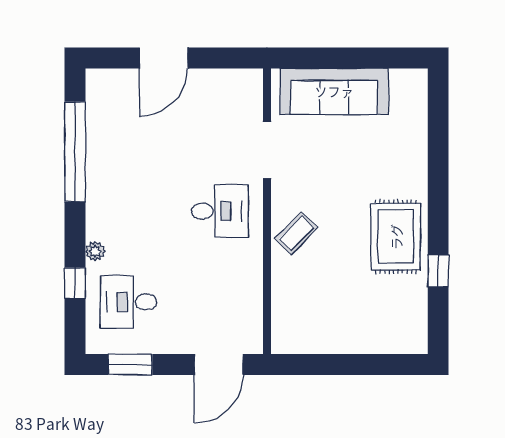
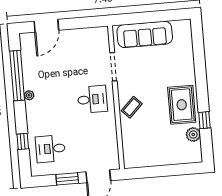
door: (164, 58) -> (46, 26), moved
plant: (95, 251) -> (29, 95), moved
plant: (414, 297) -> (193, 134), added
window: (130, 364) -> (67, 179), moved

